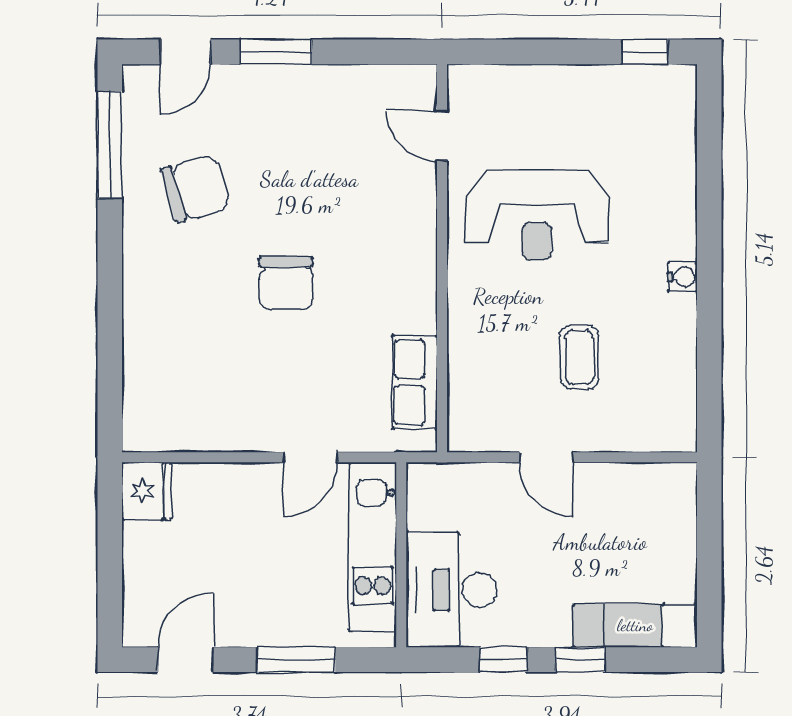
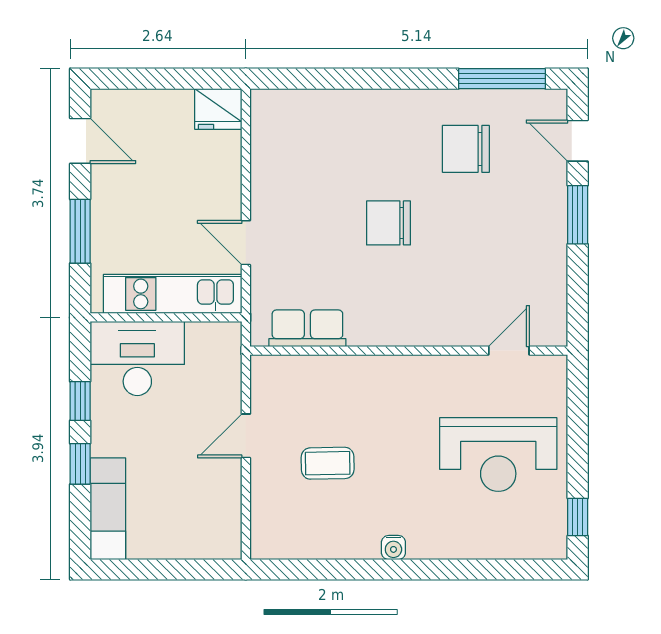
chair: (195, 188) -> (466, 149), turned 106
reception desk: (537, 215) -> (498, 455), moved, turned -90

